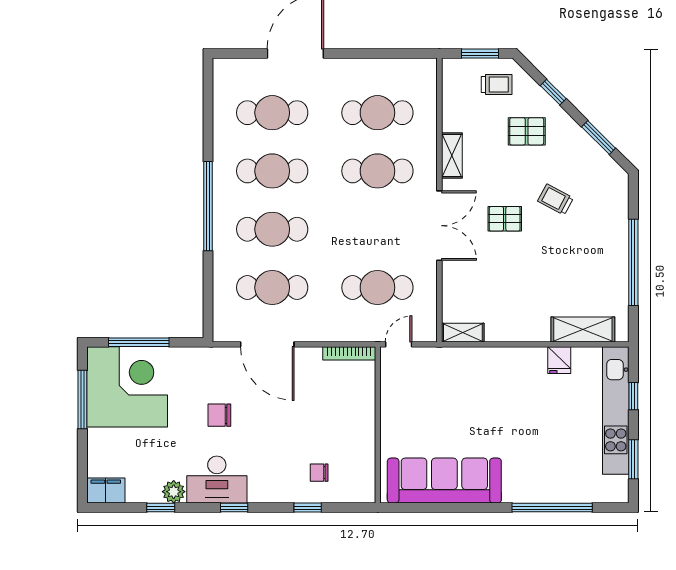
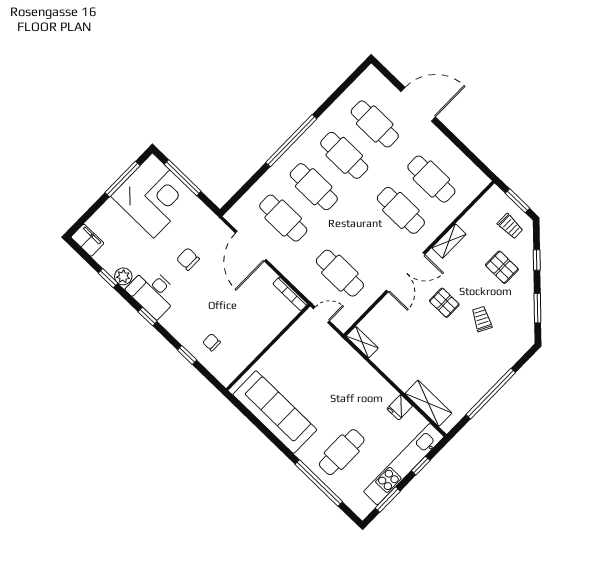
cafe table: (545, 457) -> (342, 452), added

